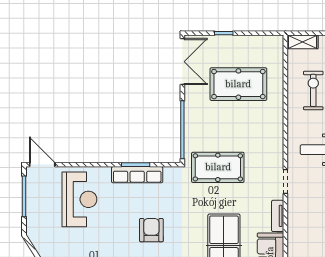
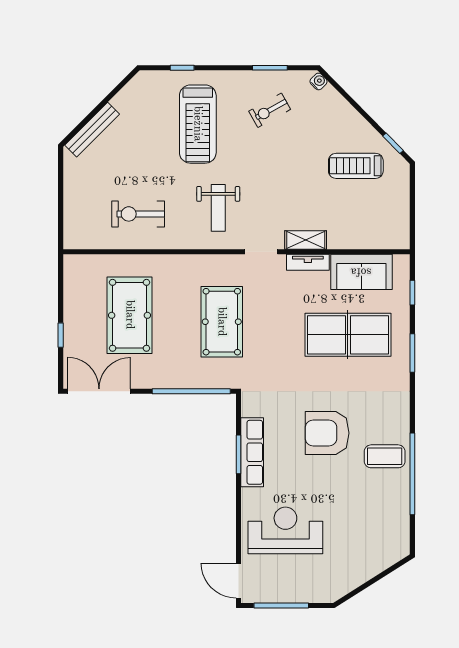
shelving: (303, 42) -> (306, 240), moved, turned 90
door: (42, 165) -> (239, 581), hinge flipped
pool table: (218, 167) -> (222, 322), moved
armchair: (151, 230) -> (327, 433), width x1.36, depth x1.36

